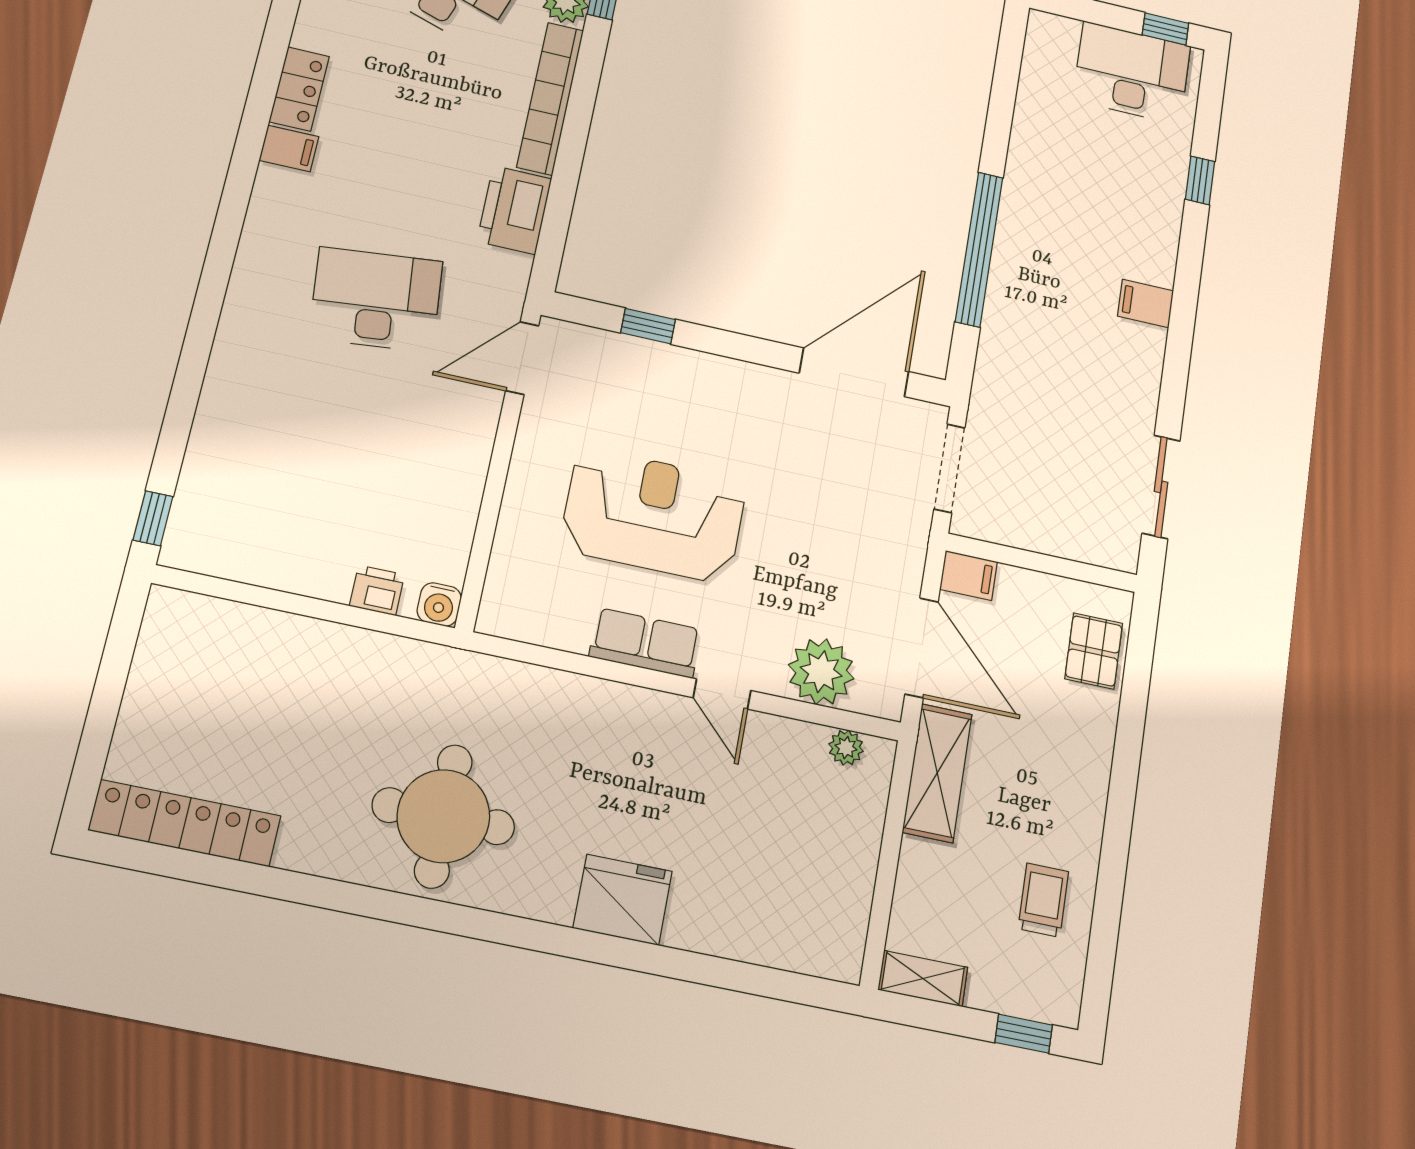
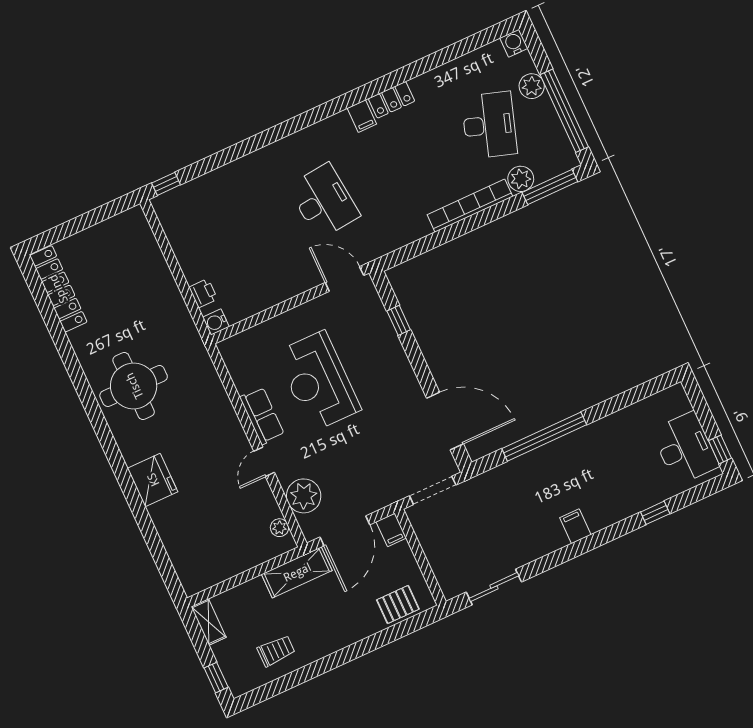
printer: (514, 210) -> (407, 228), removed
reception desk: (654, 515) -> (318, 381), turned 180

